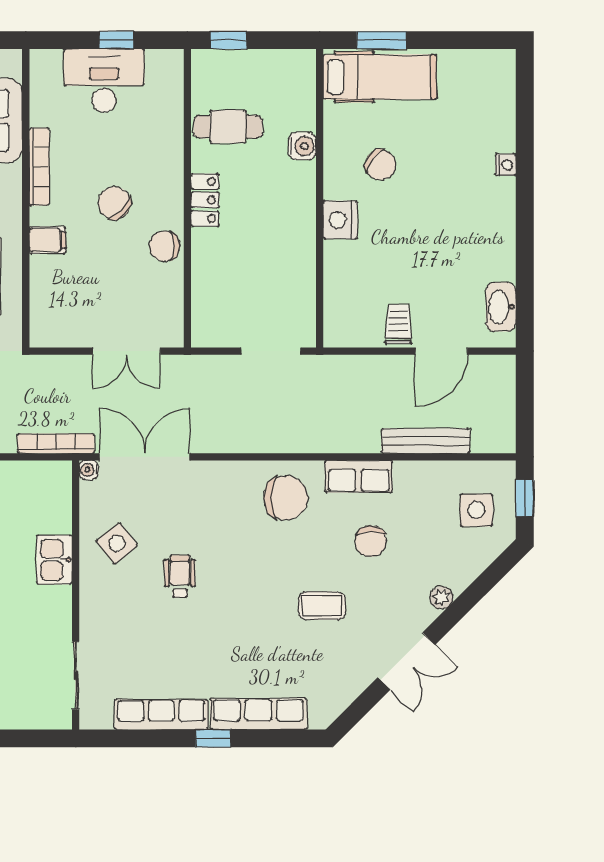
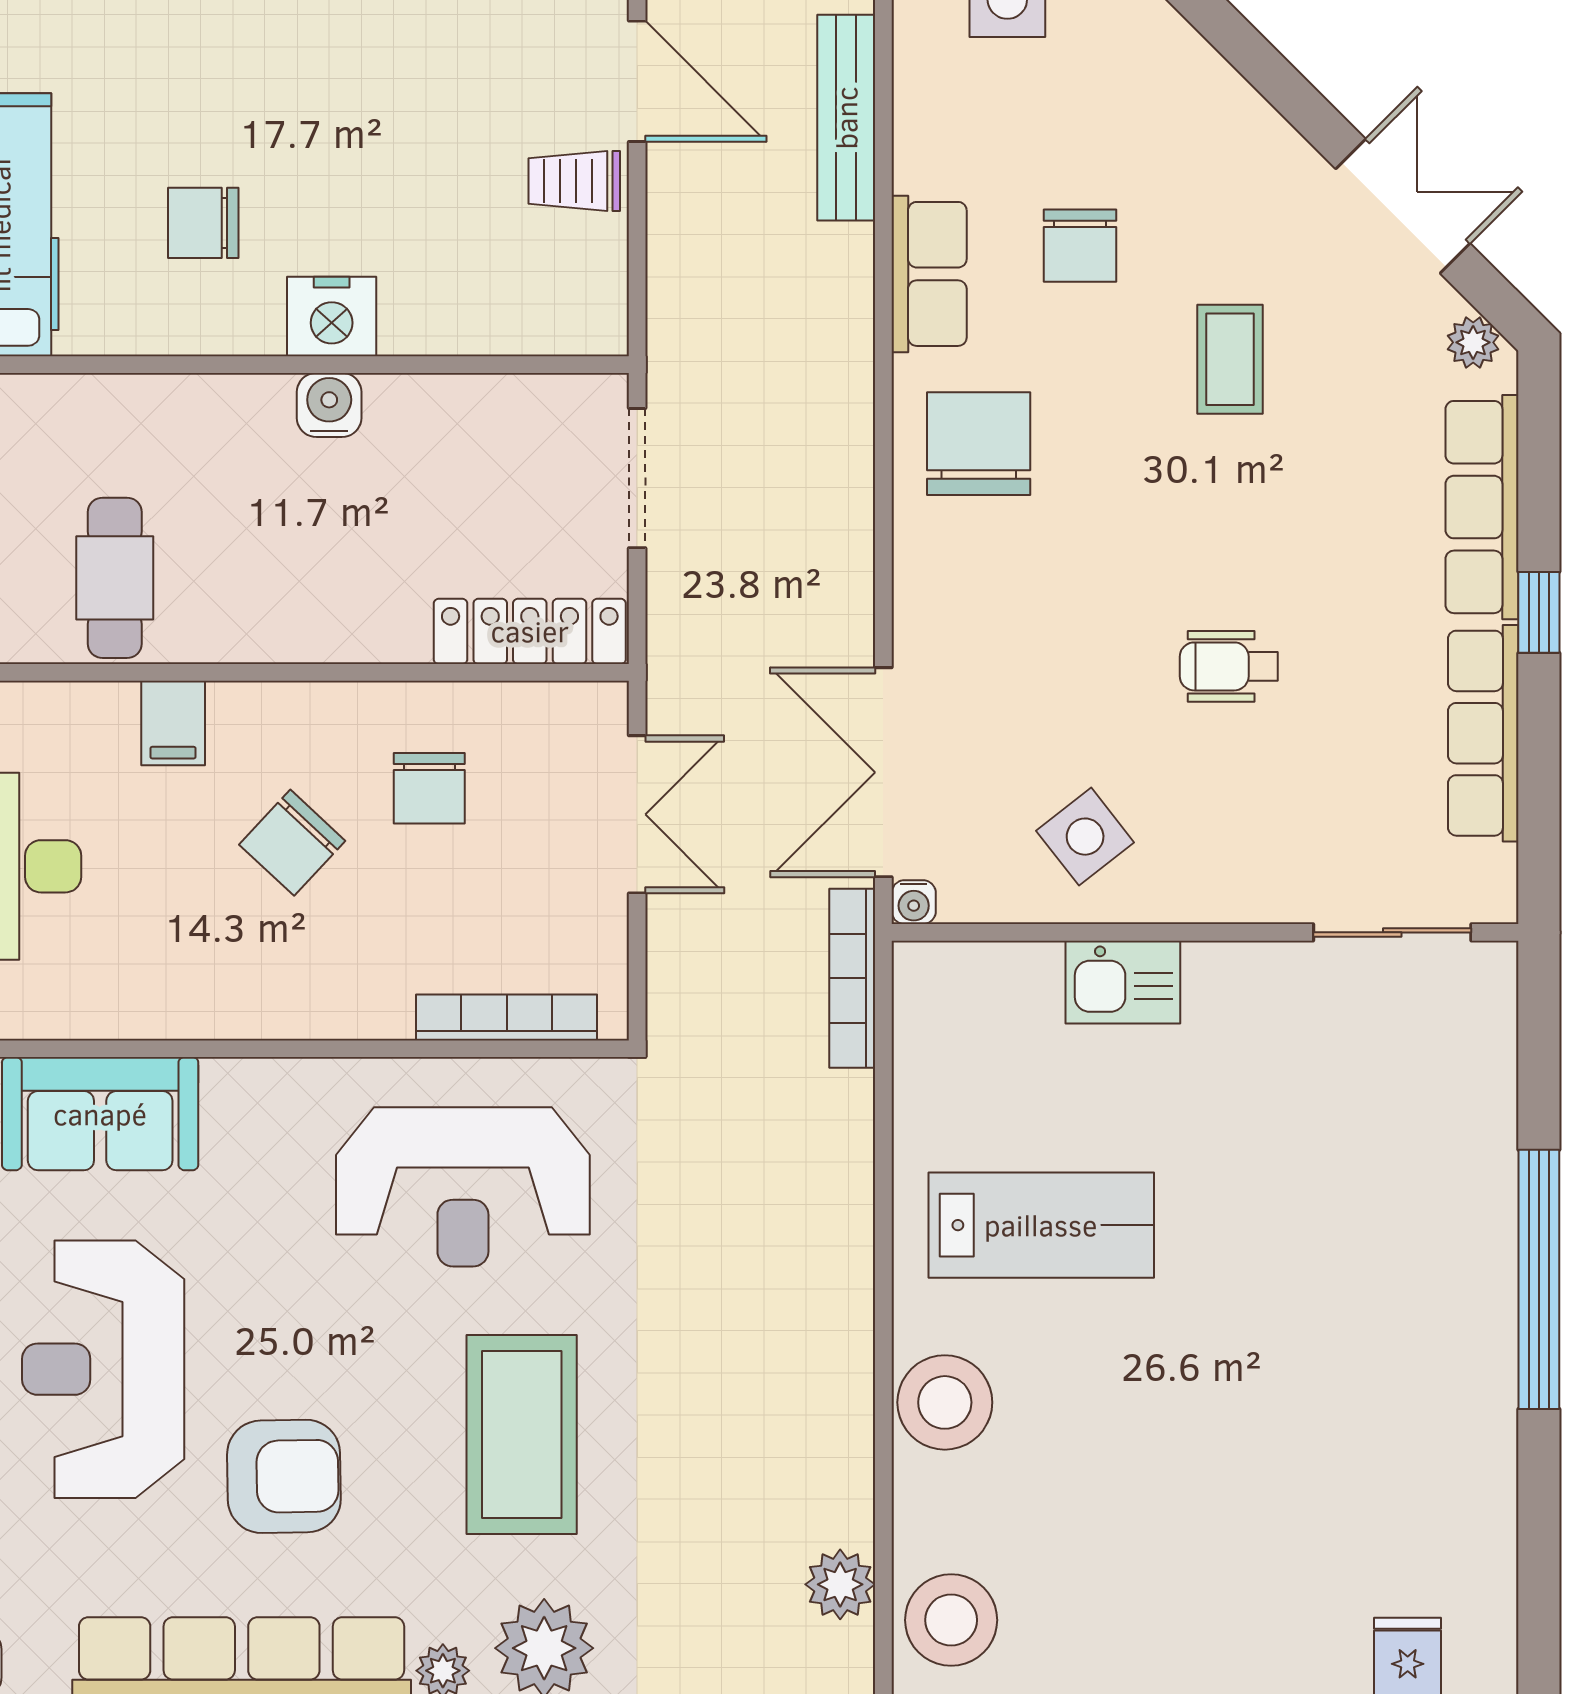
water cooler: (302, 146) -> (329, 405), moved
chair: (380, 165) -> (203, 223), turned -126
bookcase: (39, 167) -> (507, 1017), moved
locker: (205, 200) -> (530, 631), moved, width x1.53
filing cabinet: (47, 240) -> (173, 723), moved, turned 180
chair: (165, 246) -> (429, 788), moved
chair: (371, 541) -> (1080, 246), turned 90
wheelchair: (180, 576) -> (1229, 666), moved
plant: (442, 598) -> (1473, 342), moved
double door: (406, 661) -> (1403, 206), moved

